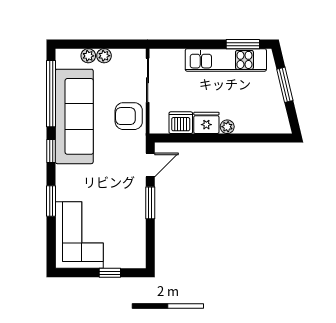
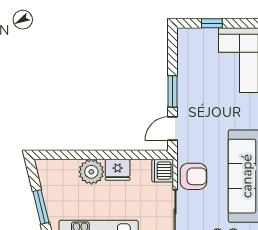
dishwasher: (181, 123) -> (163, 171), moved, turned 90
plant: (227, 127) -> (91, 172), width x1.88, depth x1.88

